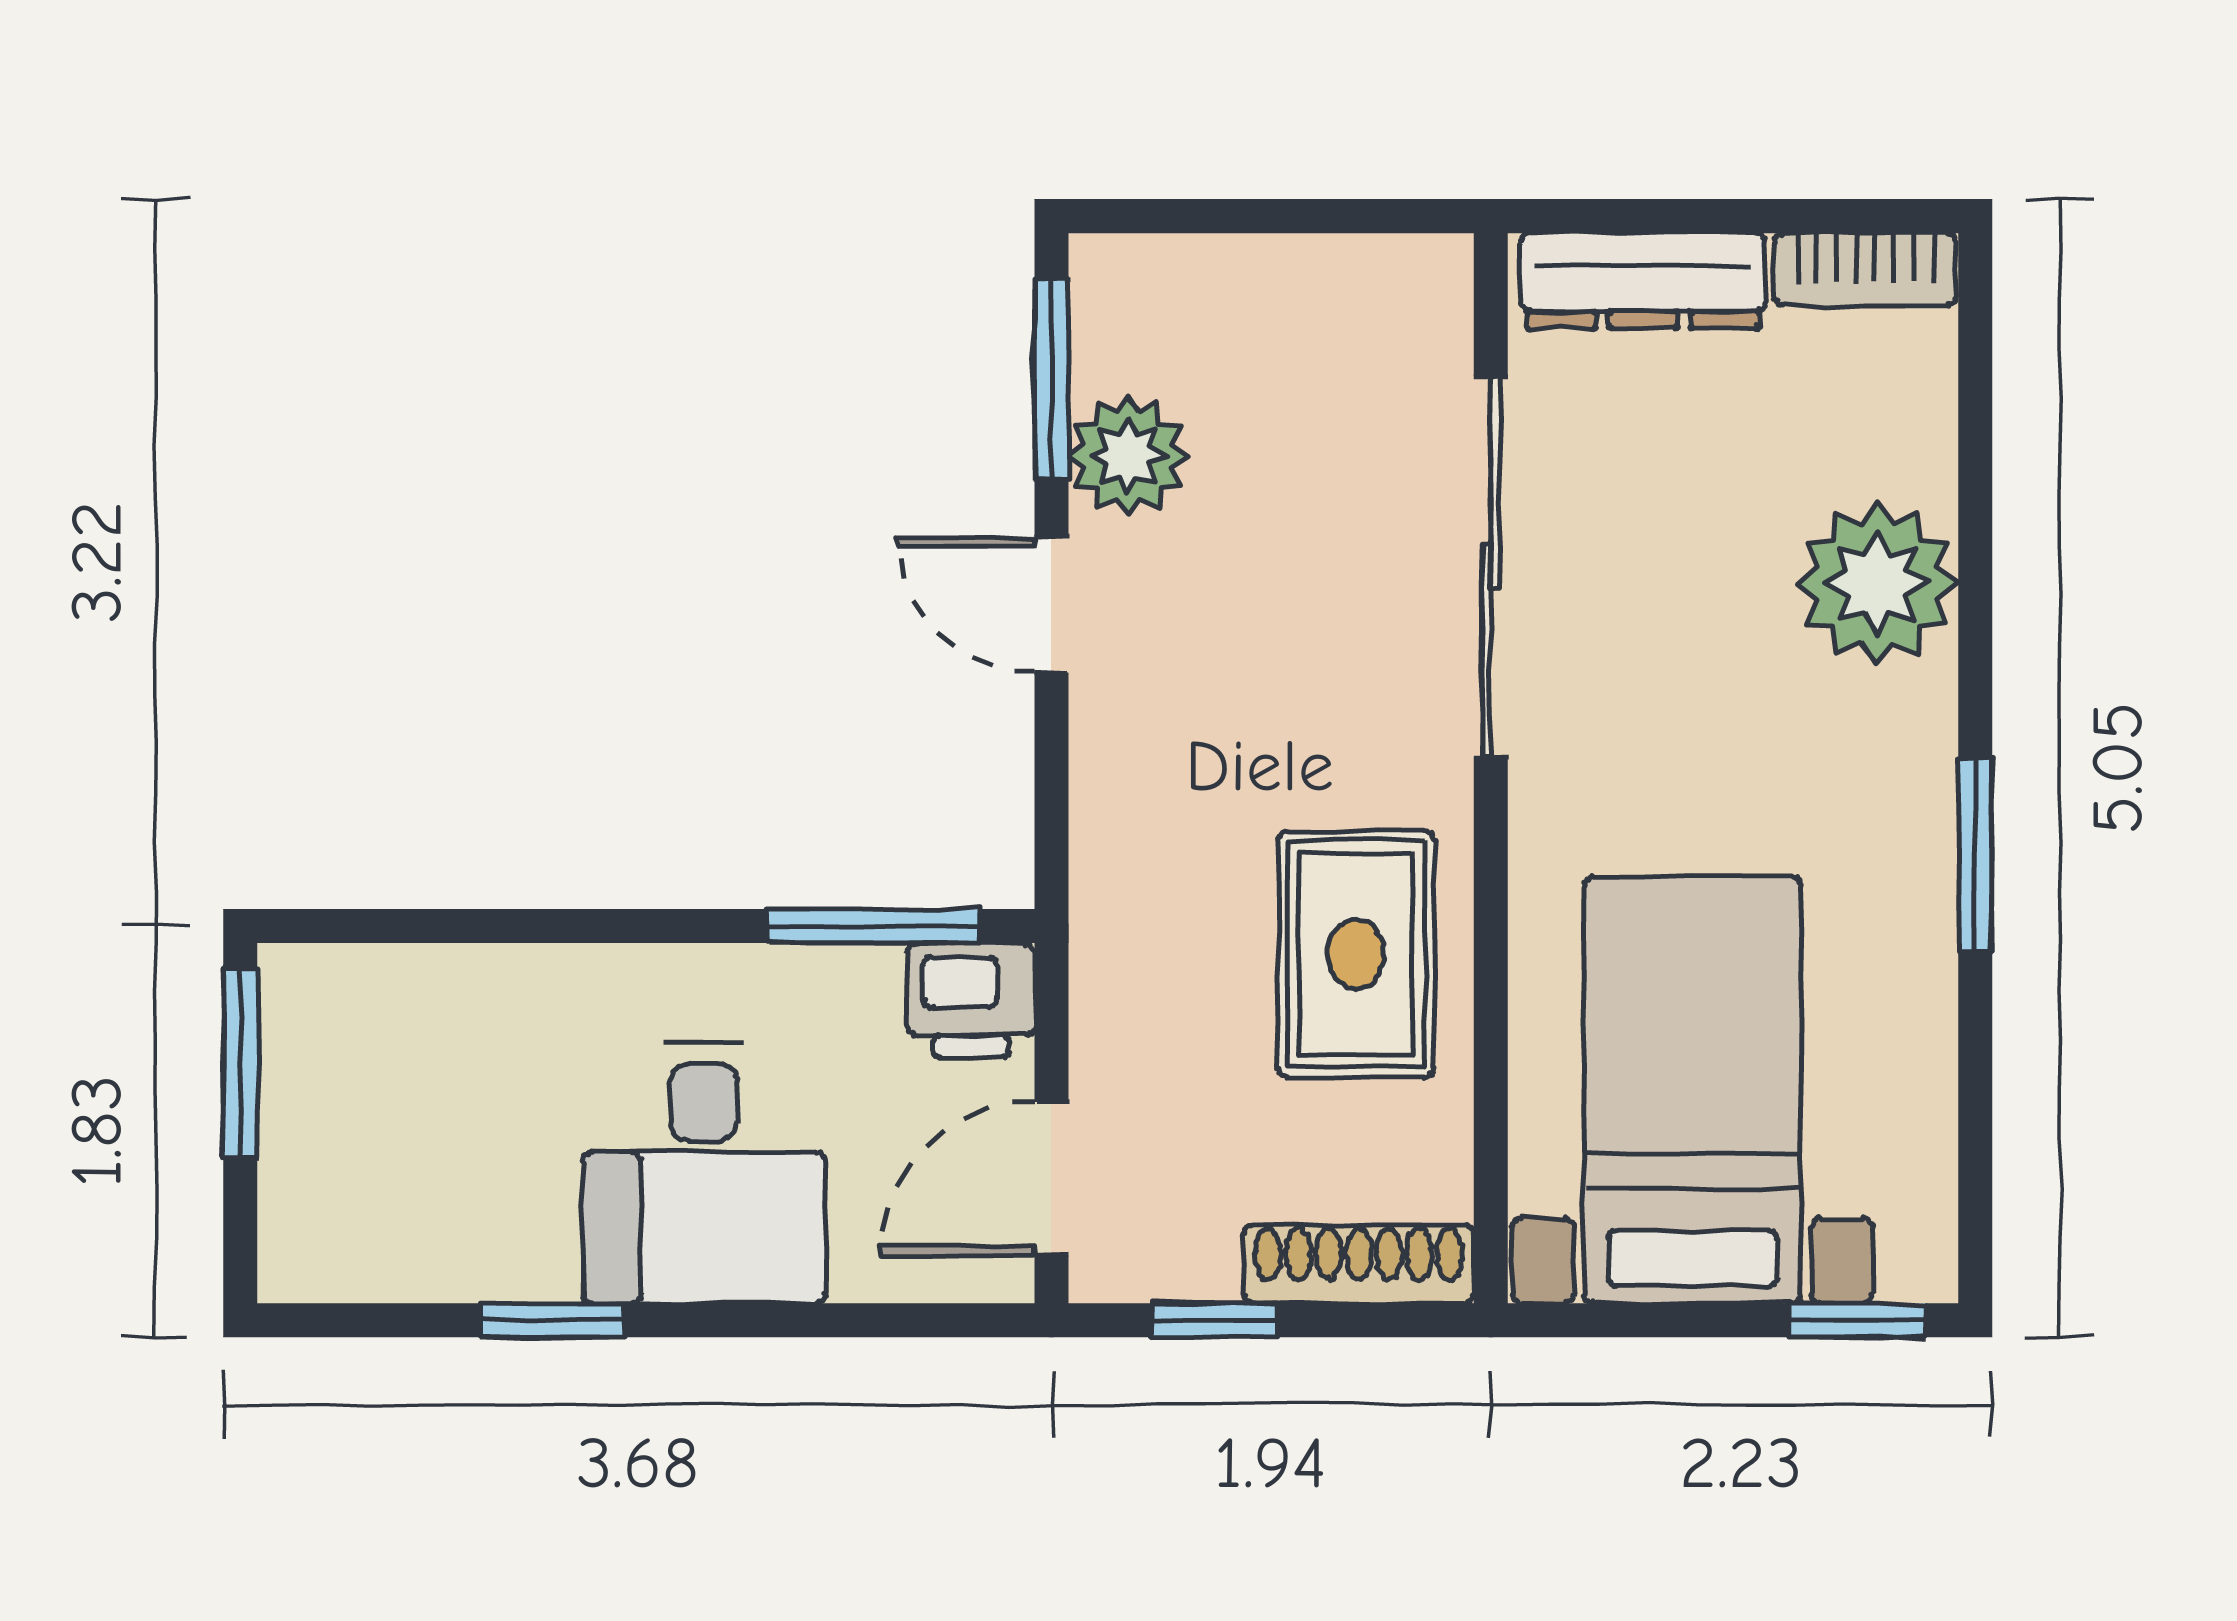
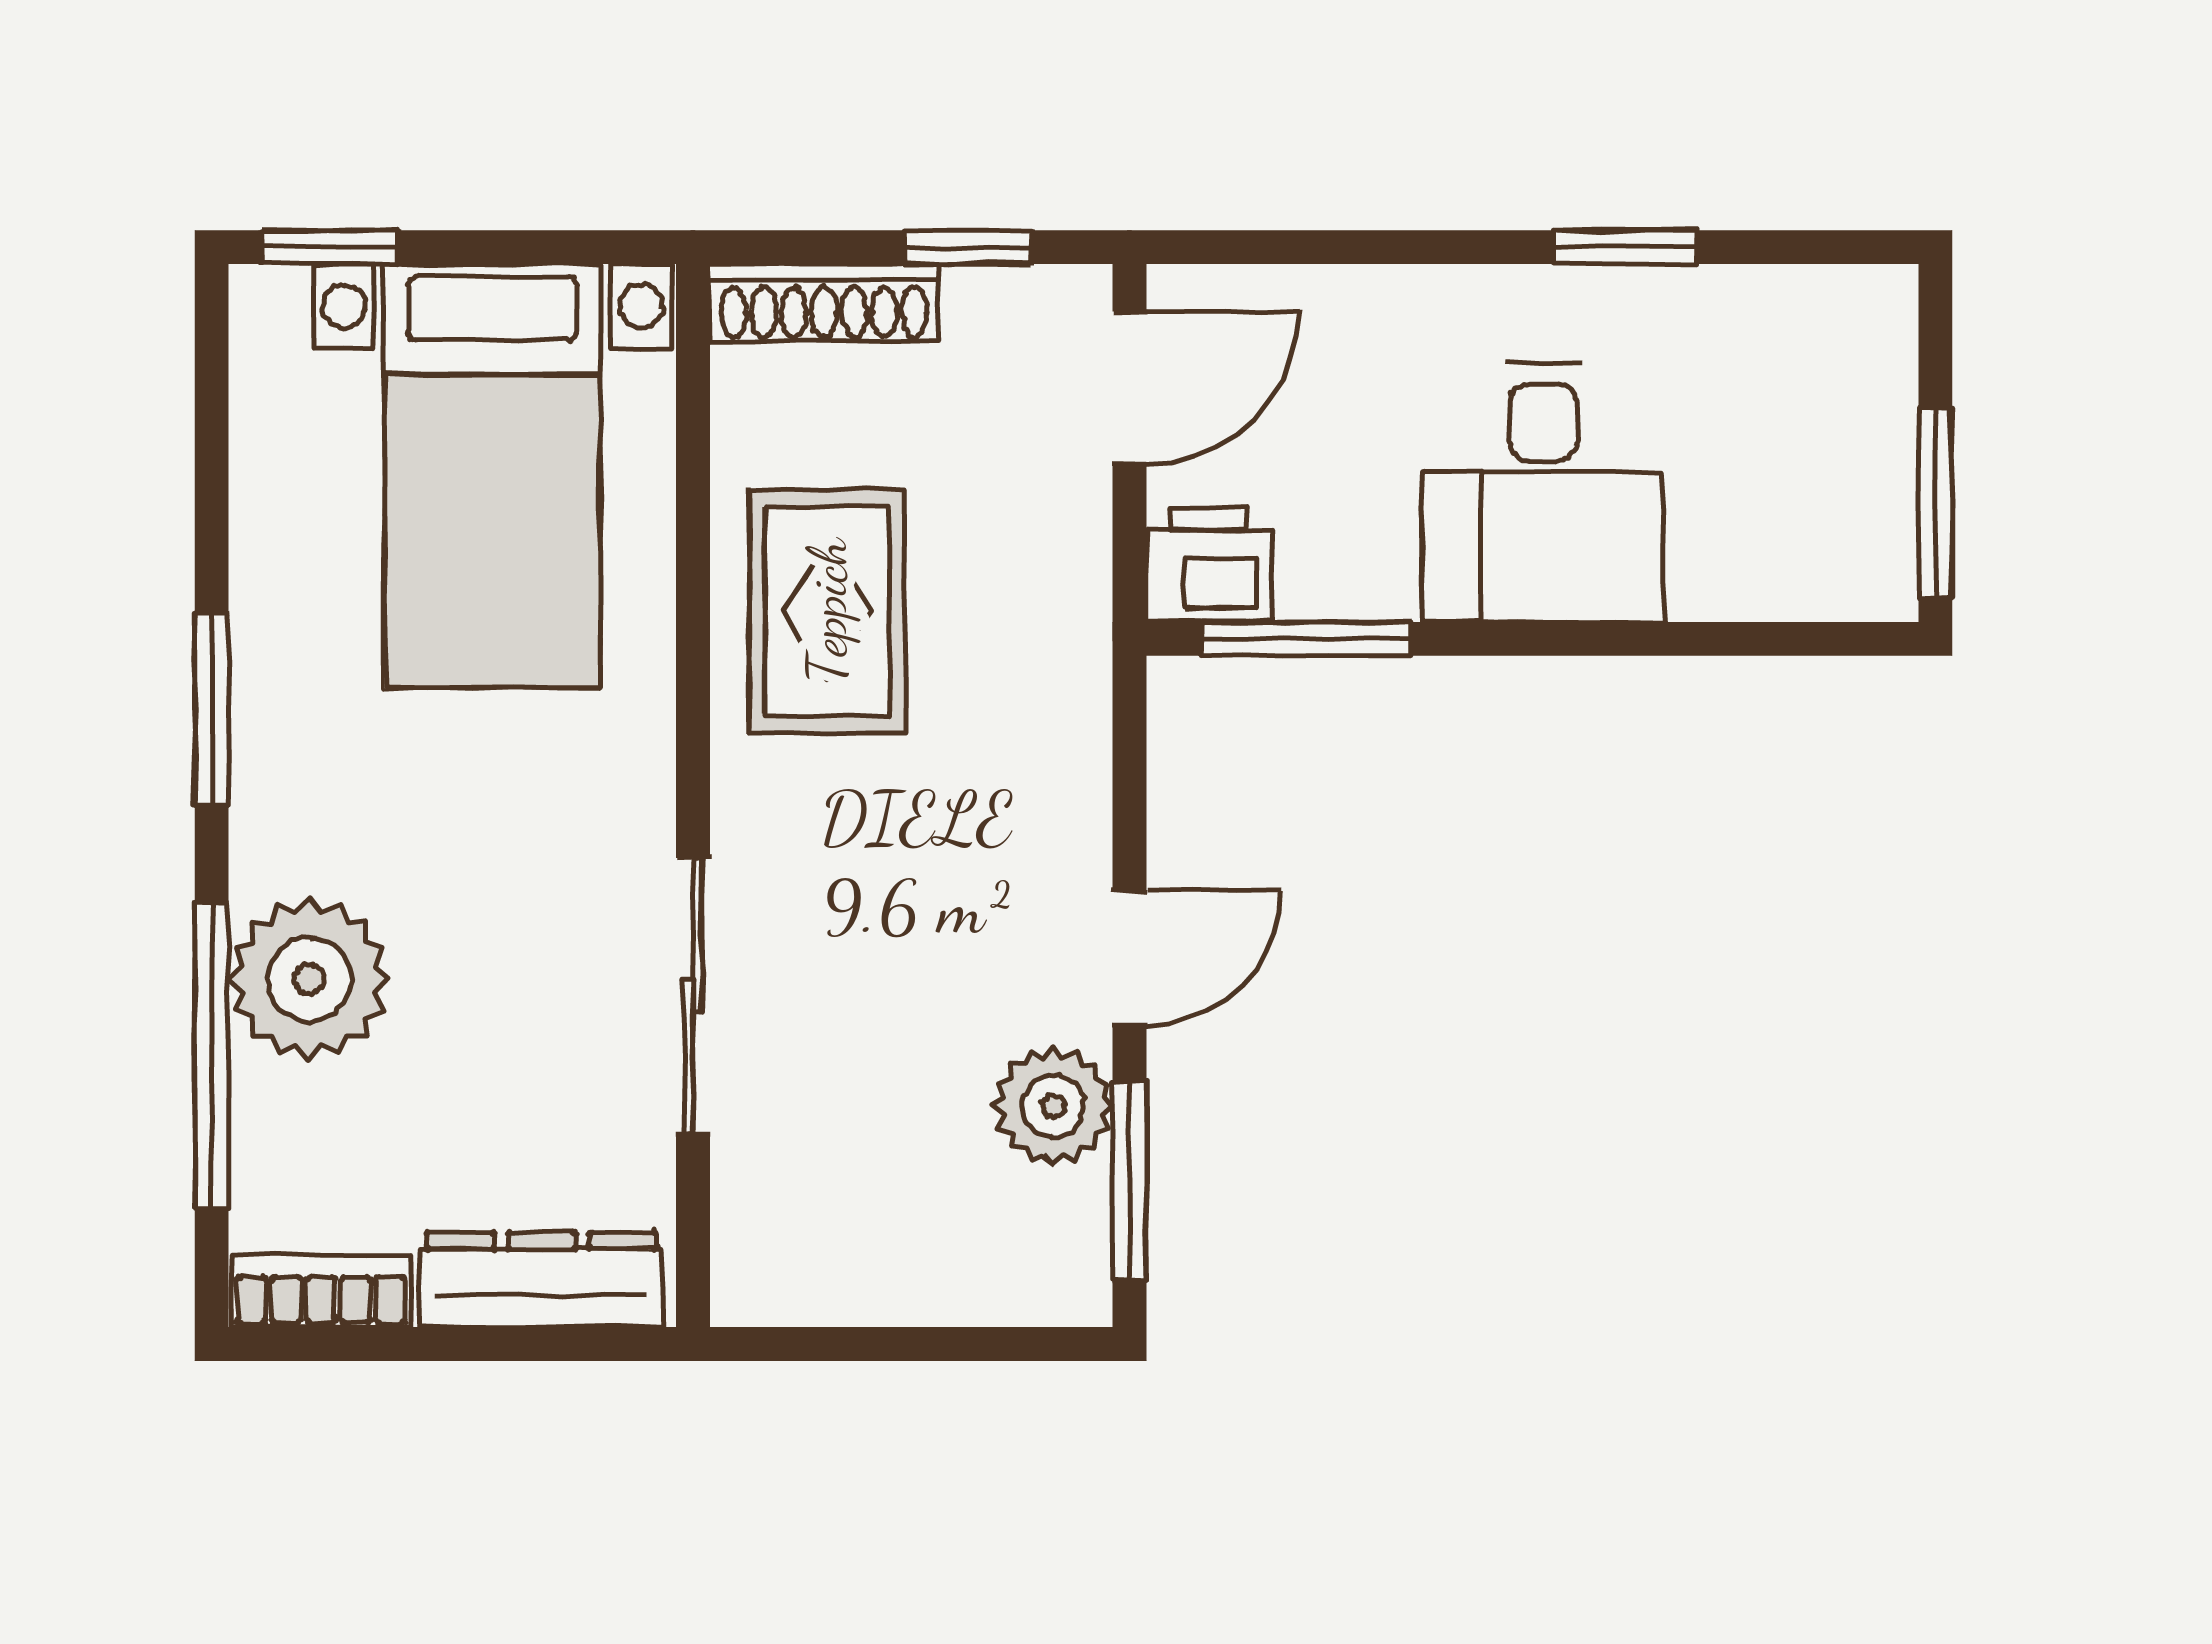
window: (1975, 507) -> (212, 1055), added
sliding door: (1491, 566) -> (693, 996), width x0.73
door: (1051, 605) -> (1129, 958), hinge flipped
desk: (704, 1173) -> (1543, 492), moved, turned 180

